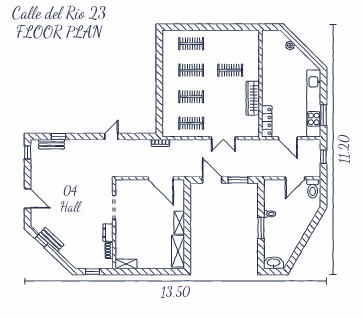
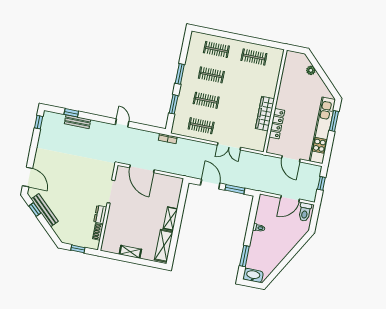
clothes rail: (230, 70) -> (254, 57), moved
window: (159, 75) -> (180, 74), added
window: (159, 107) -> (174, 104), added
window: (323, 115) -> (334, 121), moved
locker: (267, 121) -> (277, 124), moved
door: (111, 136) -> (122, 123), hinge flipped
bench: (51, 144) -> (78, 122), moved
door: (161, 178) -> (142, 169), moved
door: (28, 198) -> (28, 177), moved
window: (261, 228) -> (244, 256), moved
bench: (51, 240) -> (45, 210), width x1.36
shelving: (126, 264) -> (130, 252), moved

